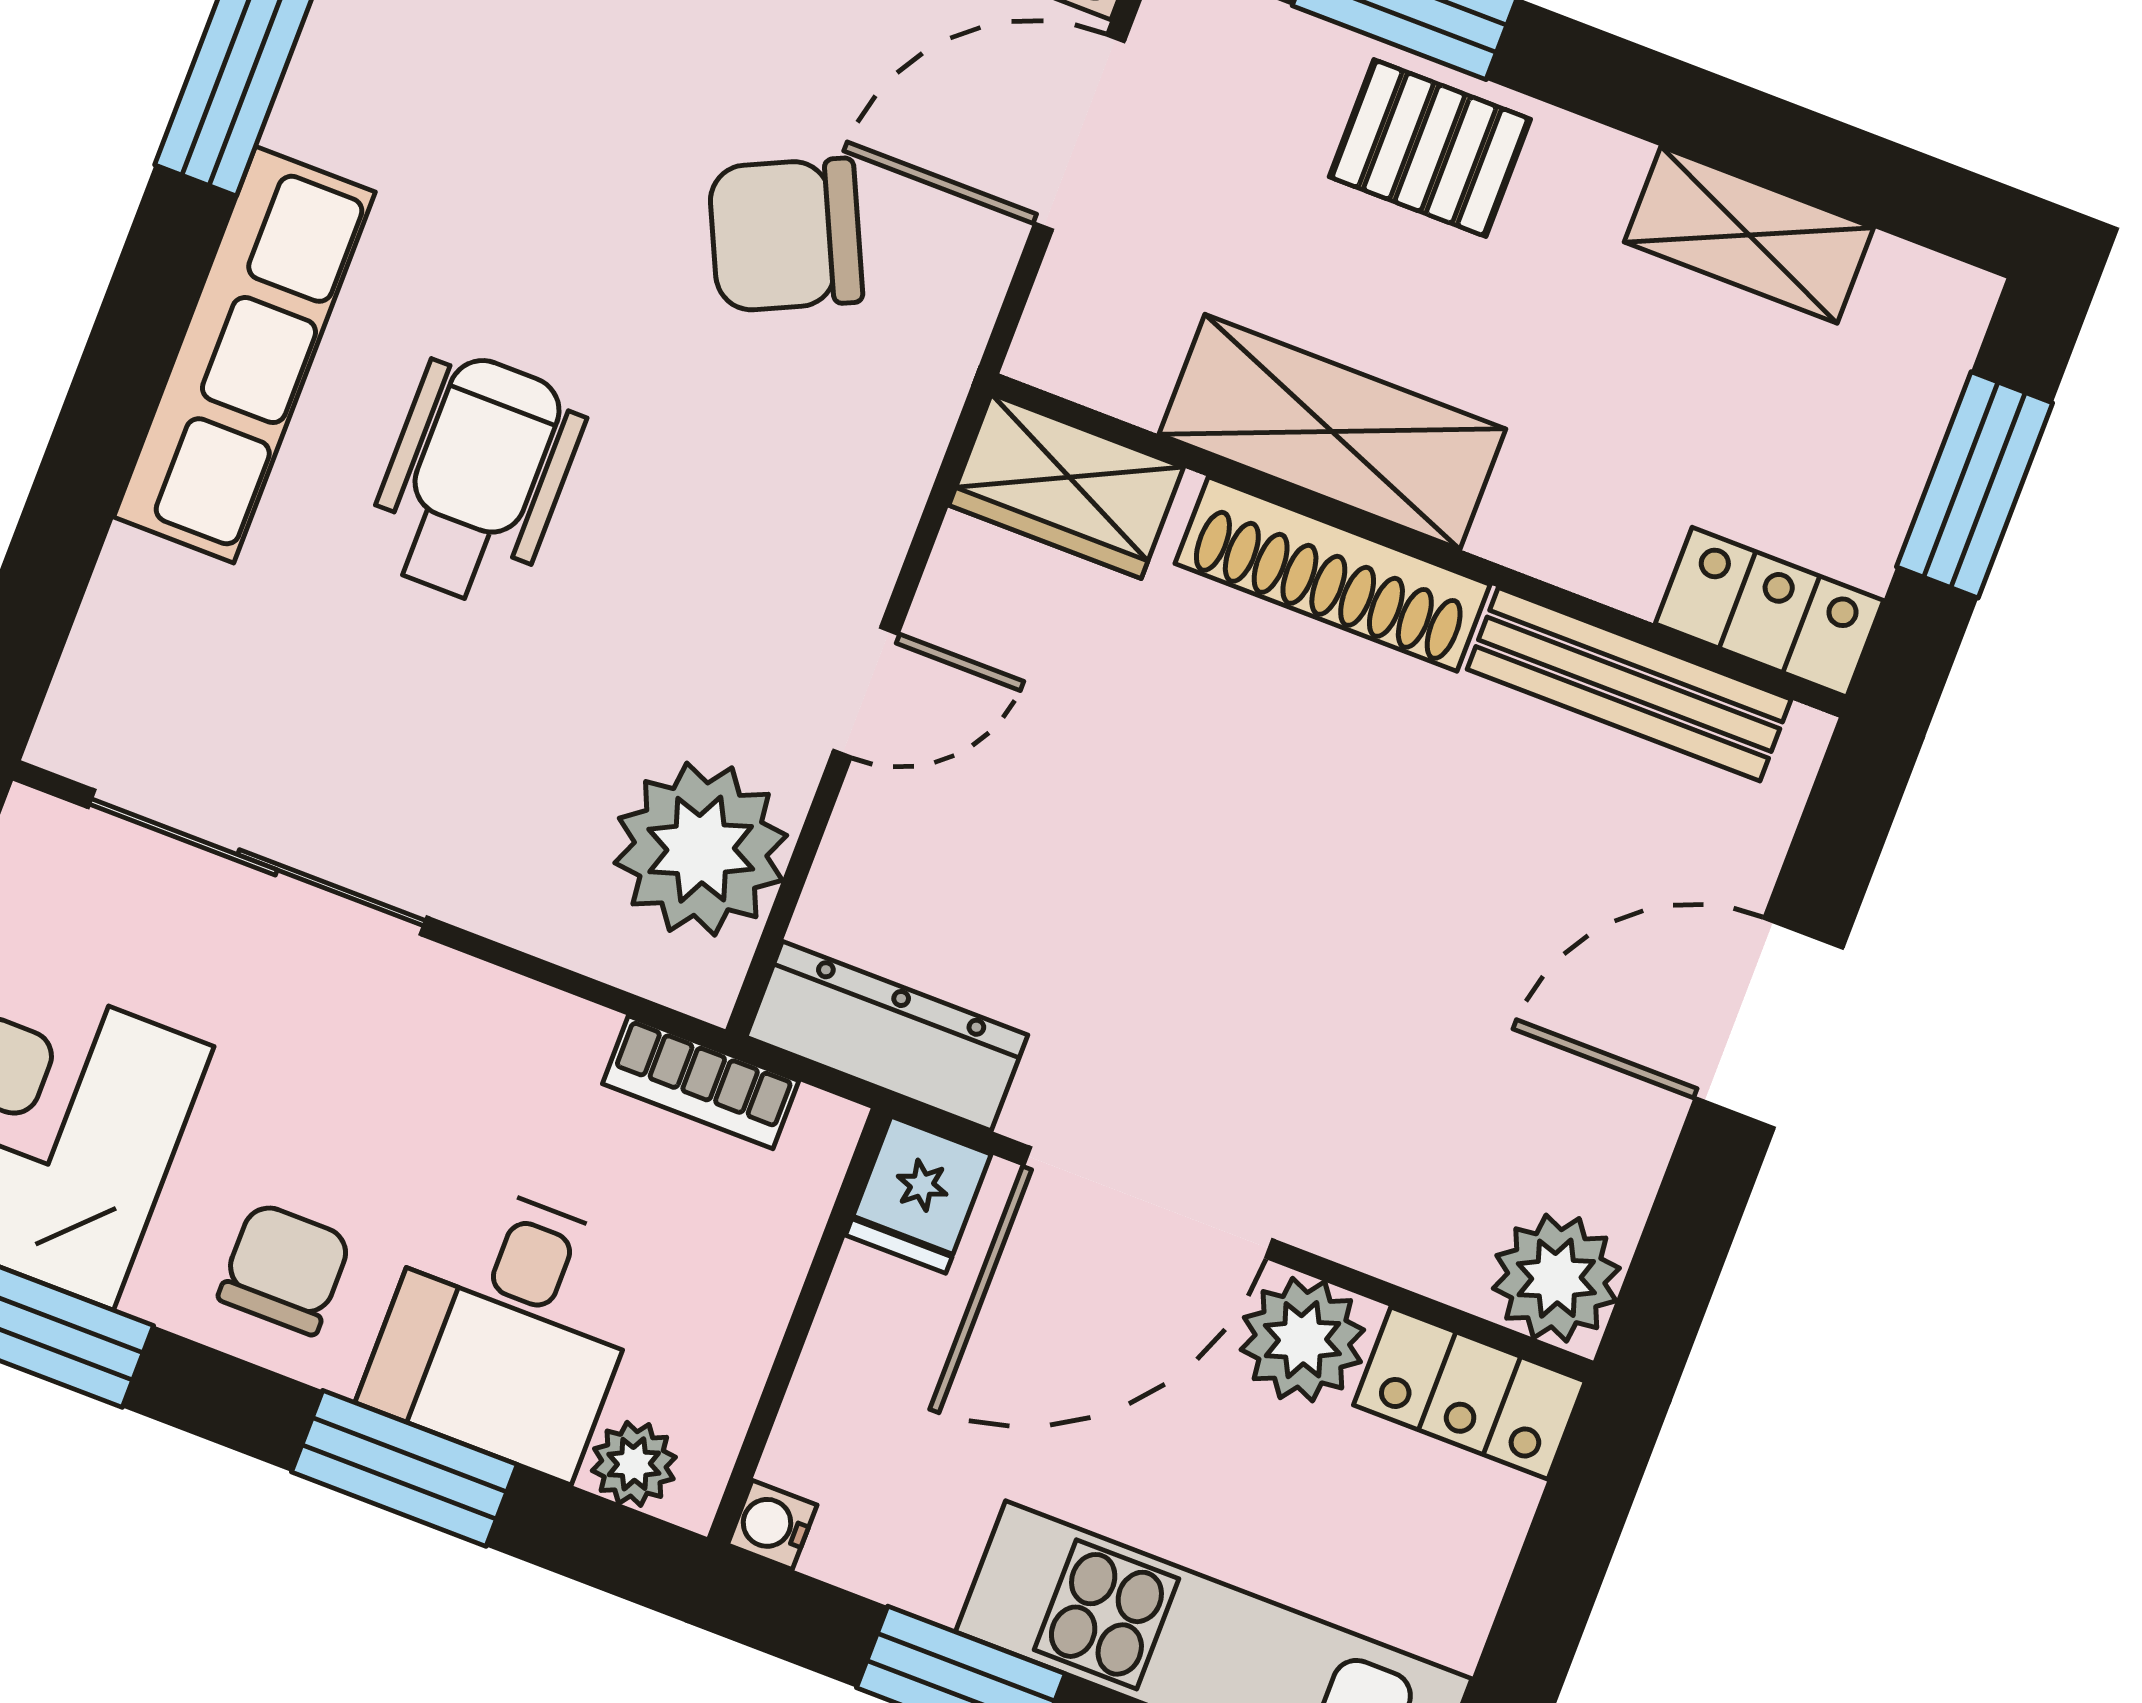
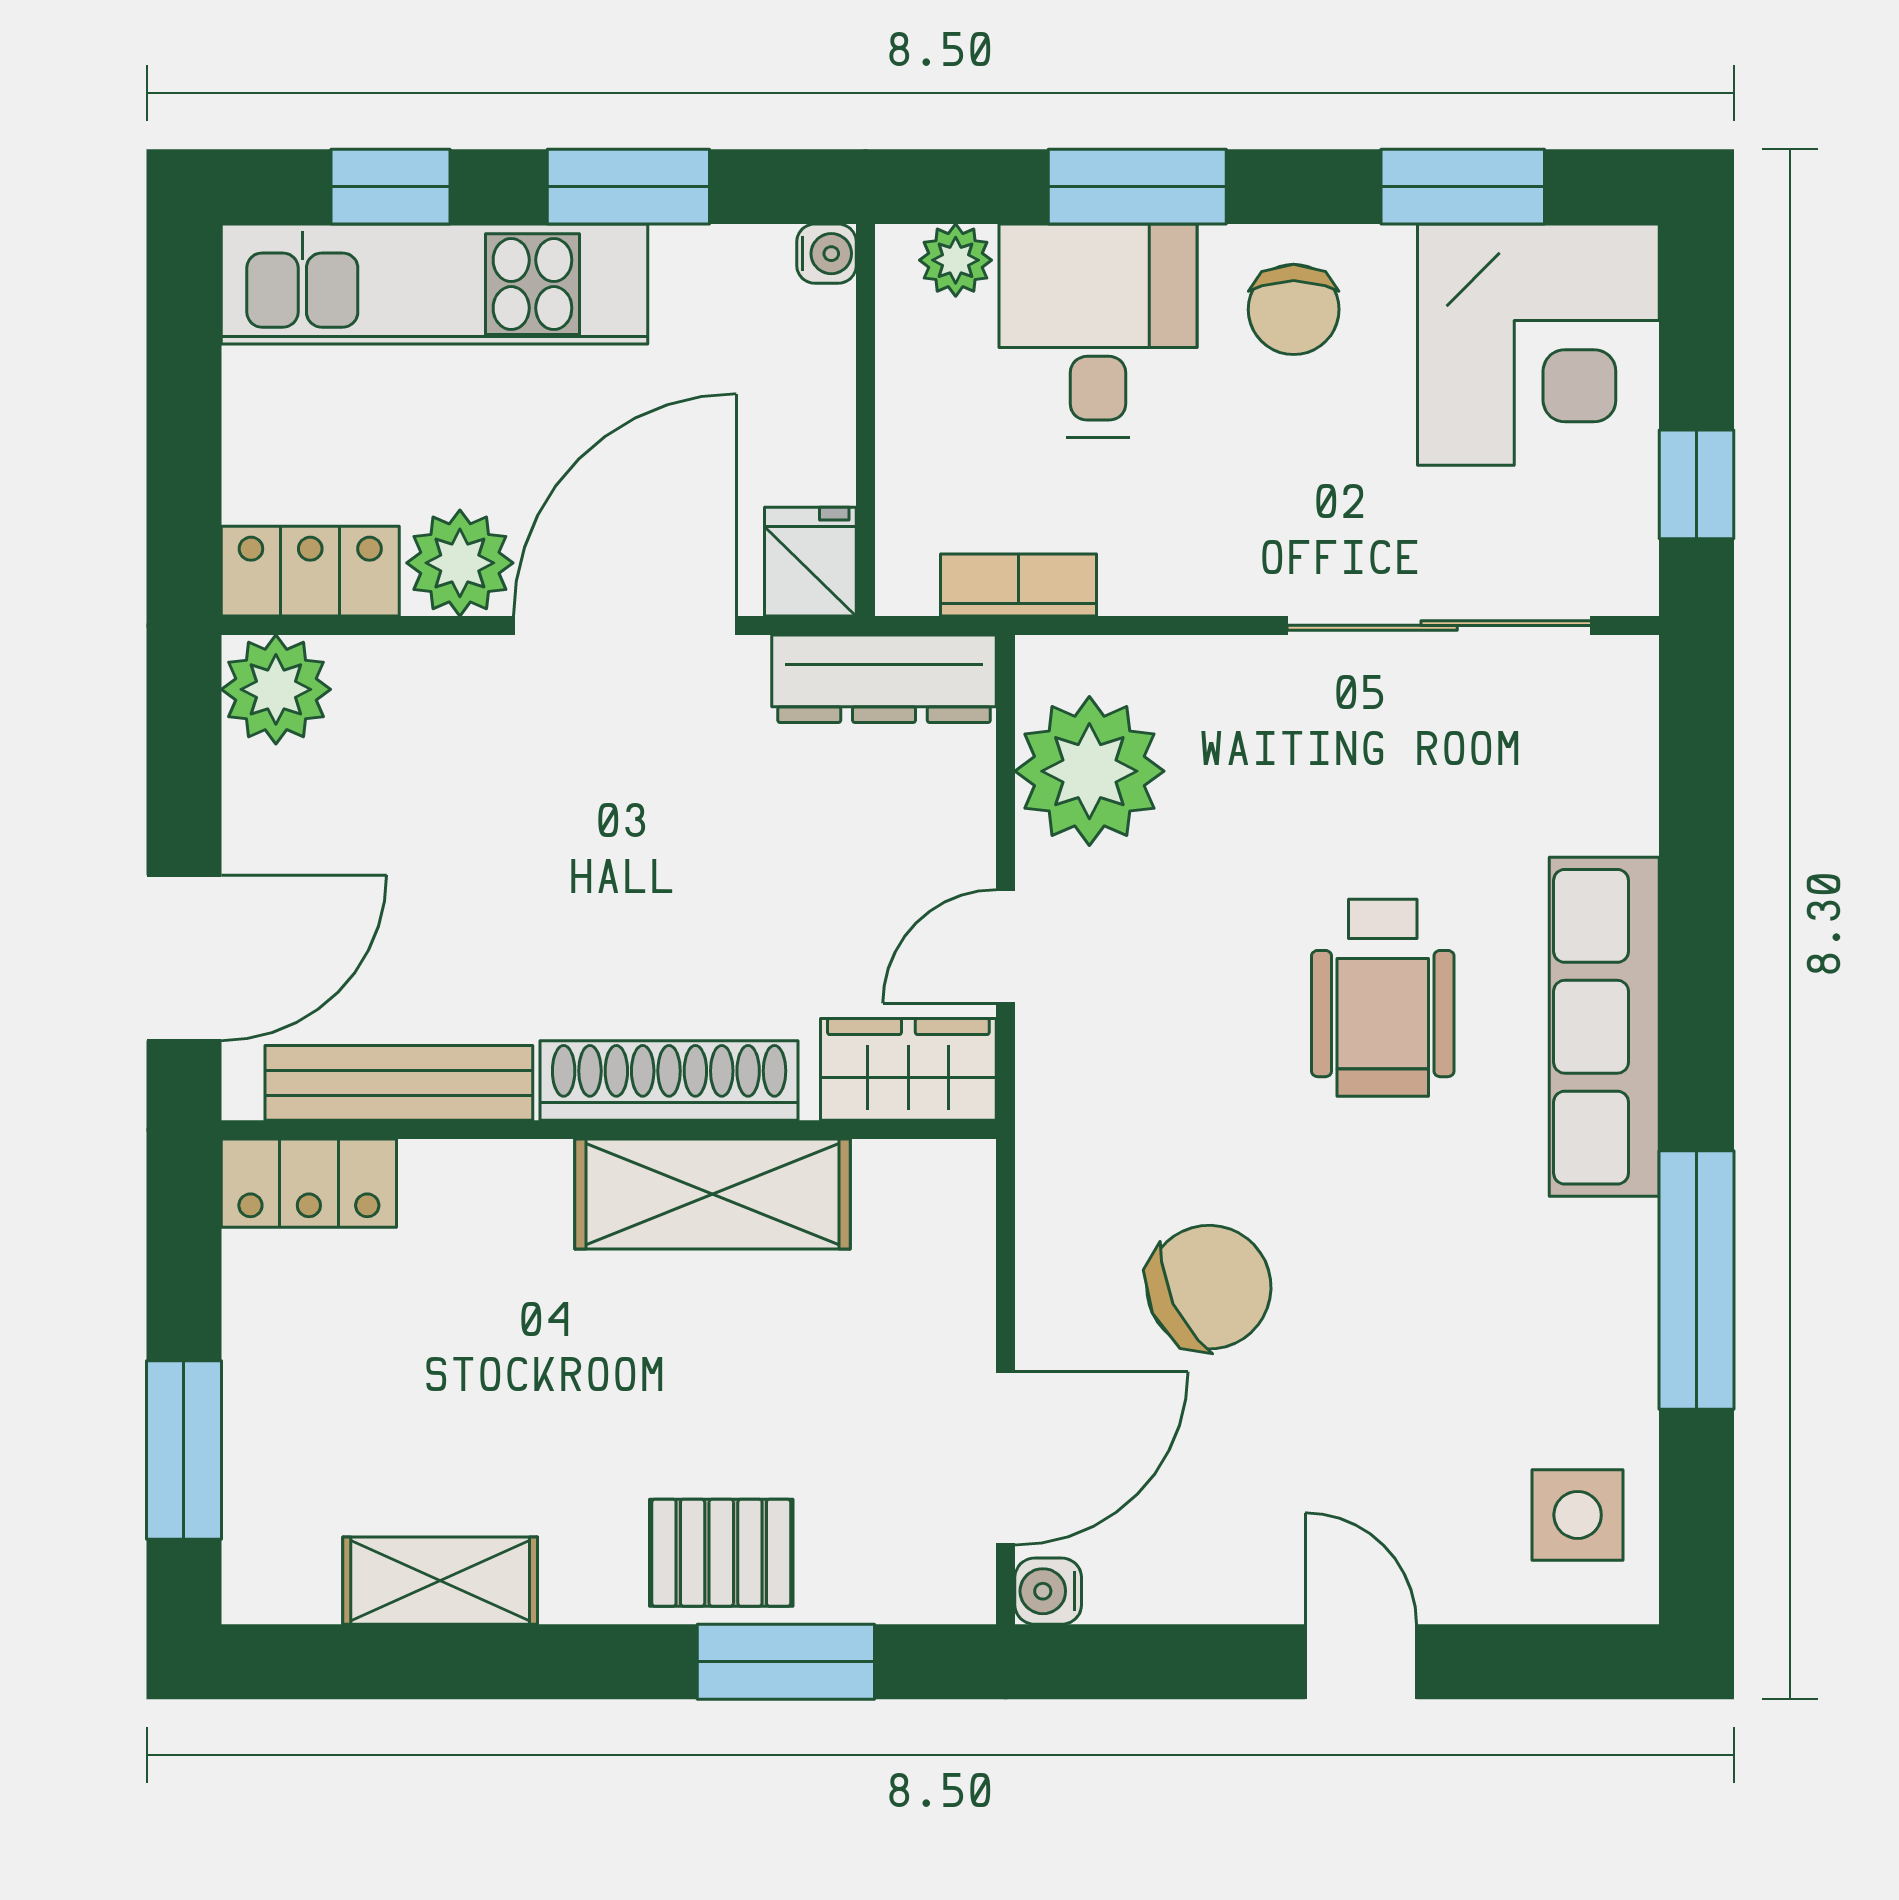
shelving: (1332, 432) -> (713, 1194), moved
wardrobe: (1066, 486) -> (908, 1069), moved
wall: (1419, 545) -> (609, 1130), moved
shoe rack: (1333, 574) -> (669, 1080), moved
locker: (1769, 612) -> (309, 1183), moved
bench: (1629, 684) -> (399, 1083), moved

